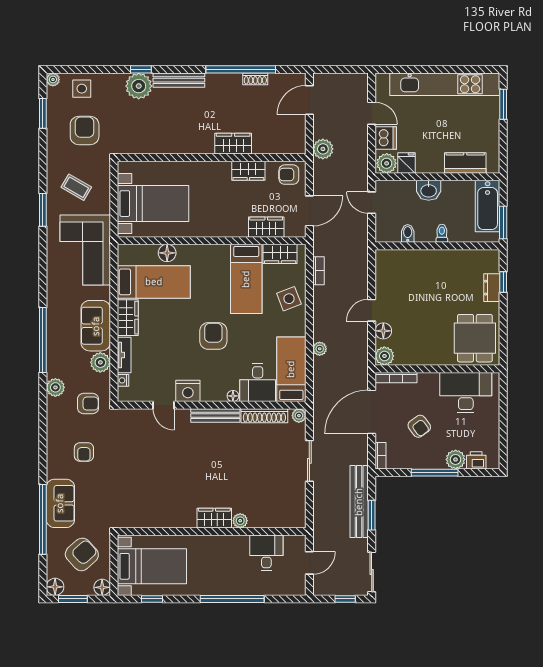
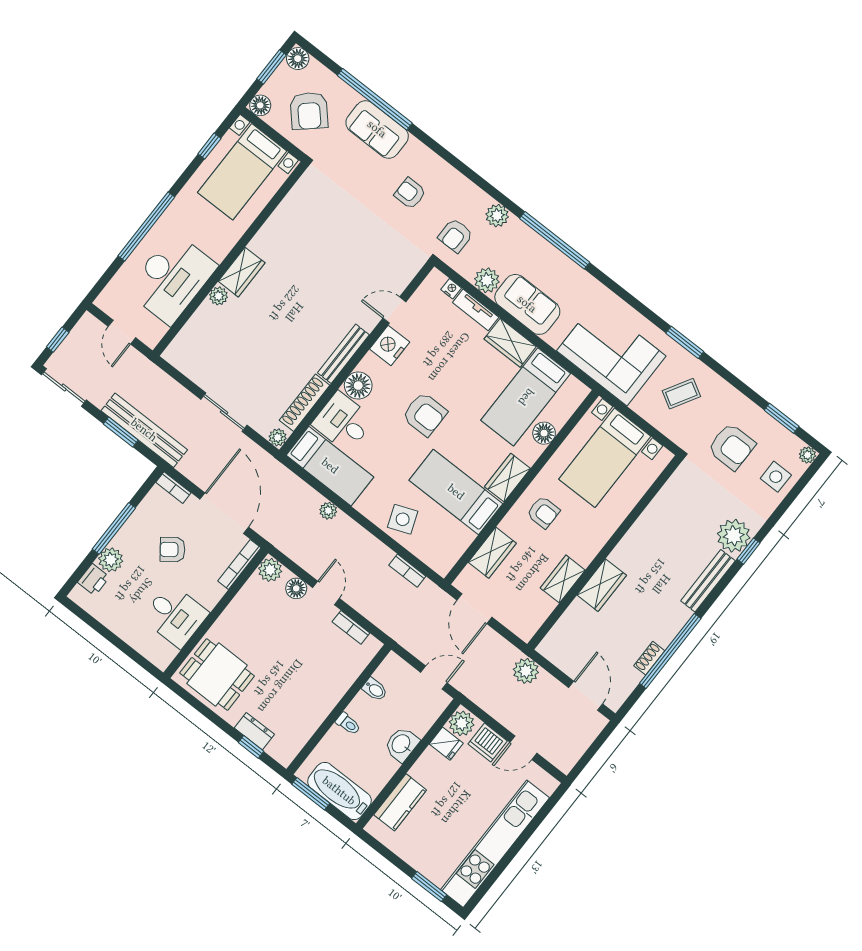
armchair: (289, 175) -> (543, 512), moved, turned 90
wardrobe: (280, 254) -> (508, 478), moved
bookcase: (381, 278) -> (351, 627), added
desk: (466, 393) -> (175, 616), width x0.73
floor lamp: (233, 396) -> (358, 386), width x1.89, depth x1.89
desk: (266, 553) -> (172, 278), width x1.87, depth x1.30

